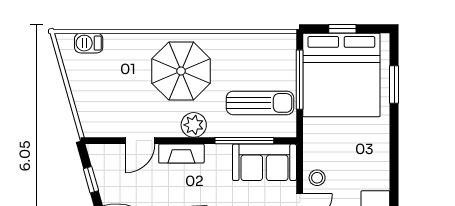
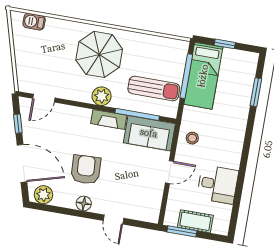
bed: (341, 75) -> (203, 76), width x0.49
door: (140, 141) -> (44, 98), moved
fireplace: (181, 154) -> (109, 119), moved
stool: (317, 178) -> (192, 138), moved

